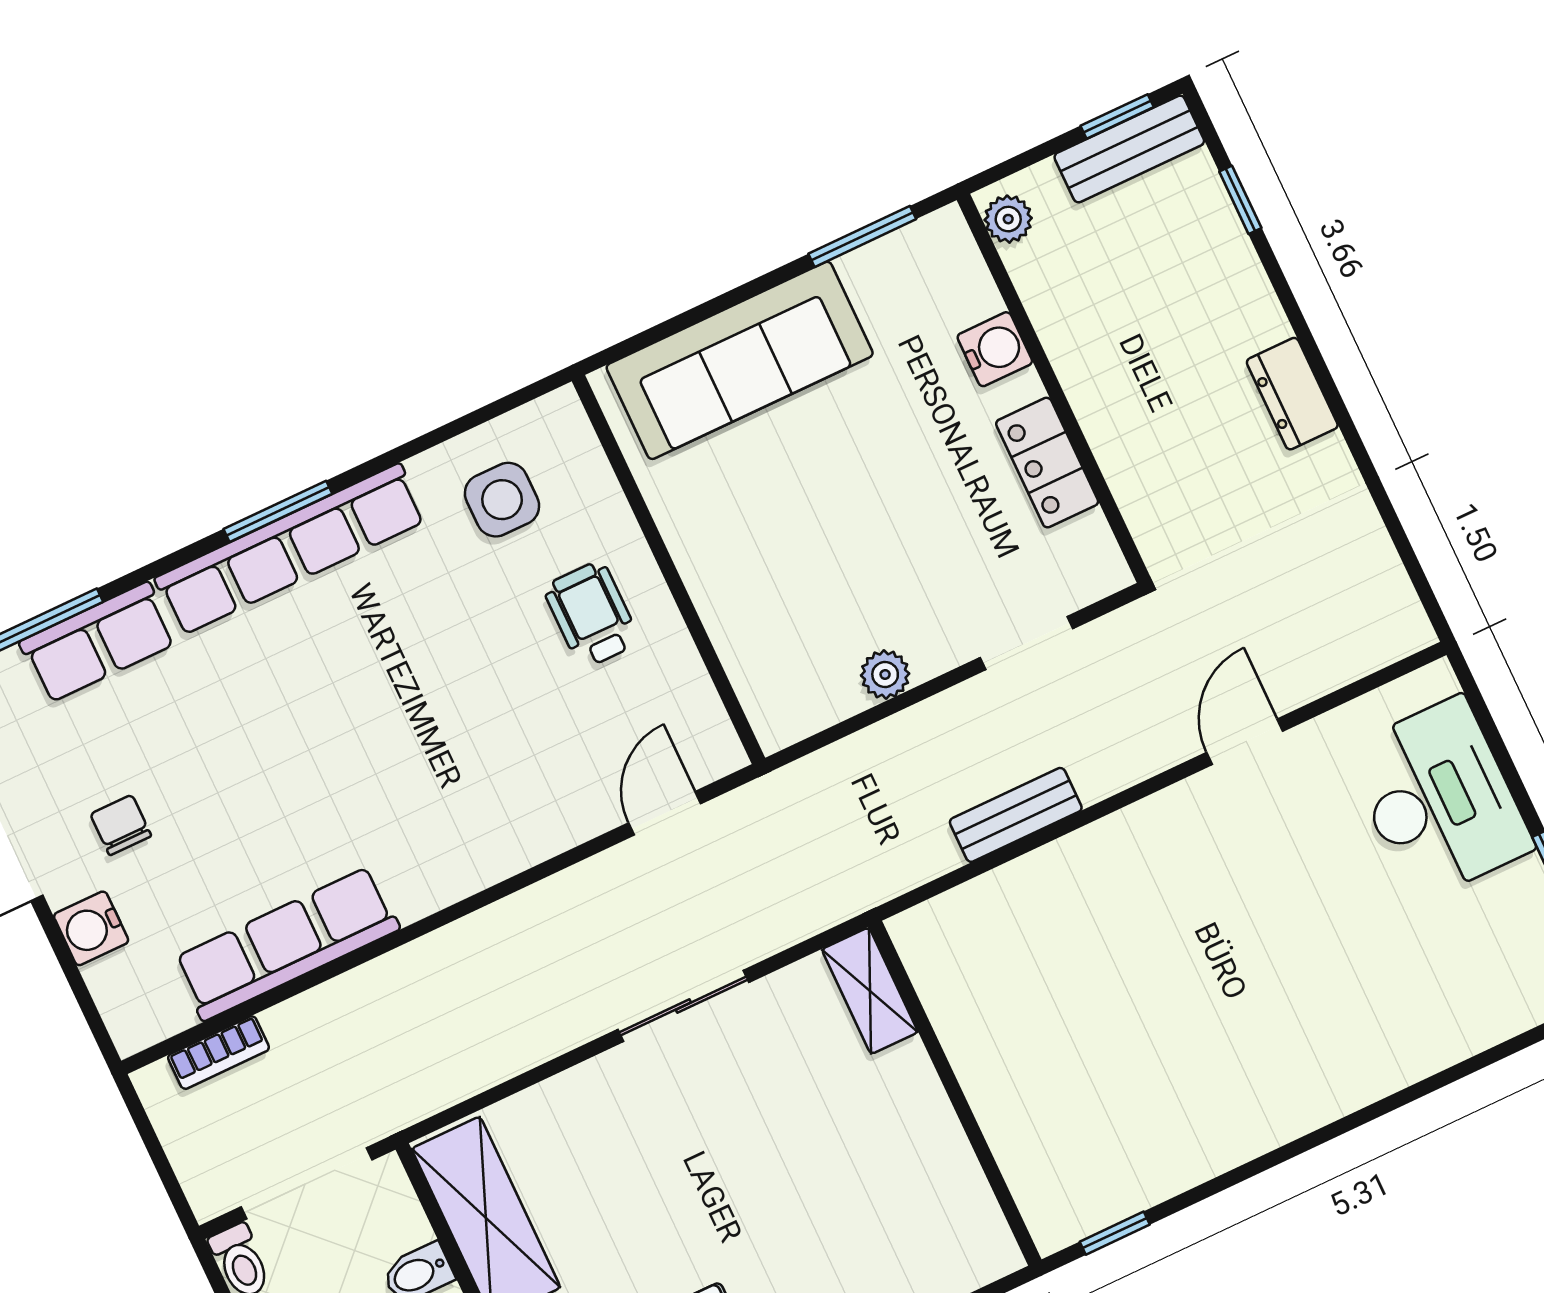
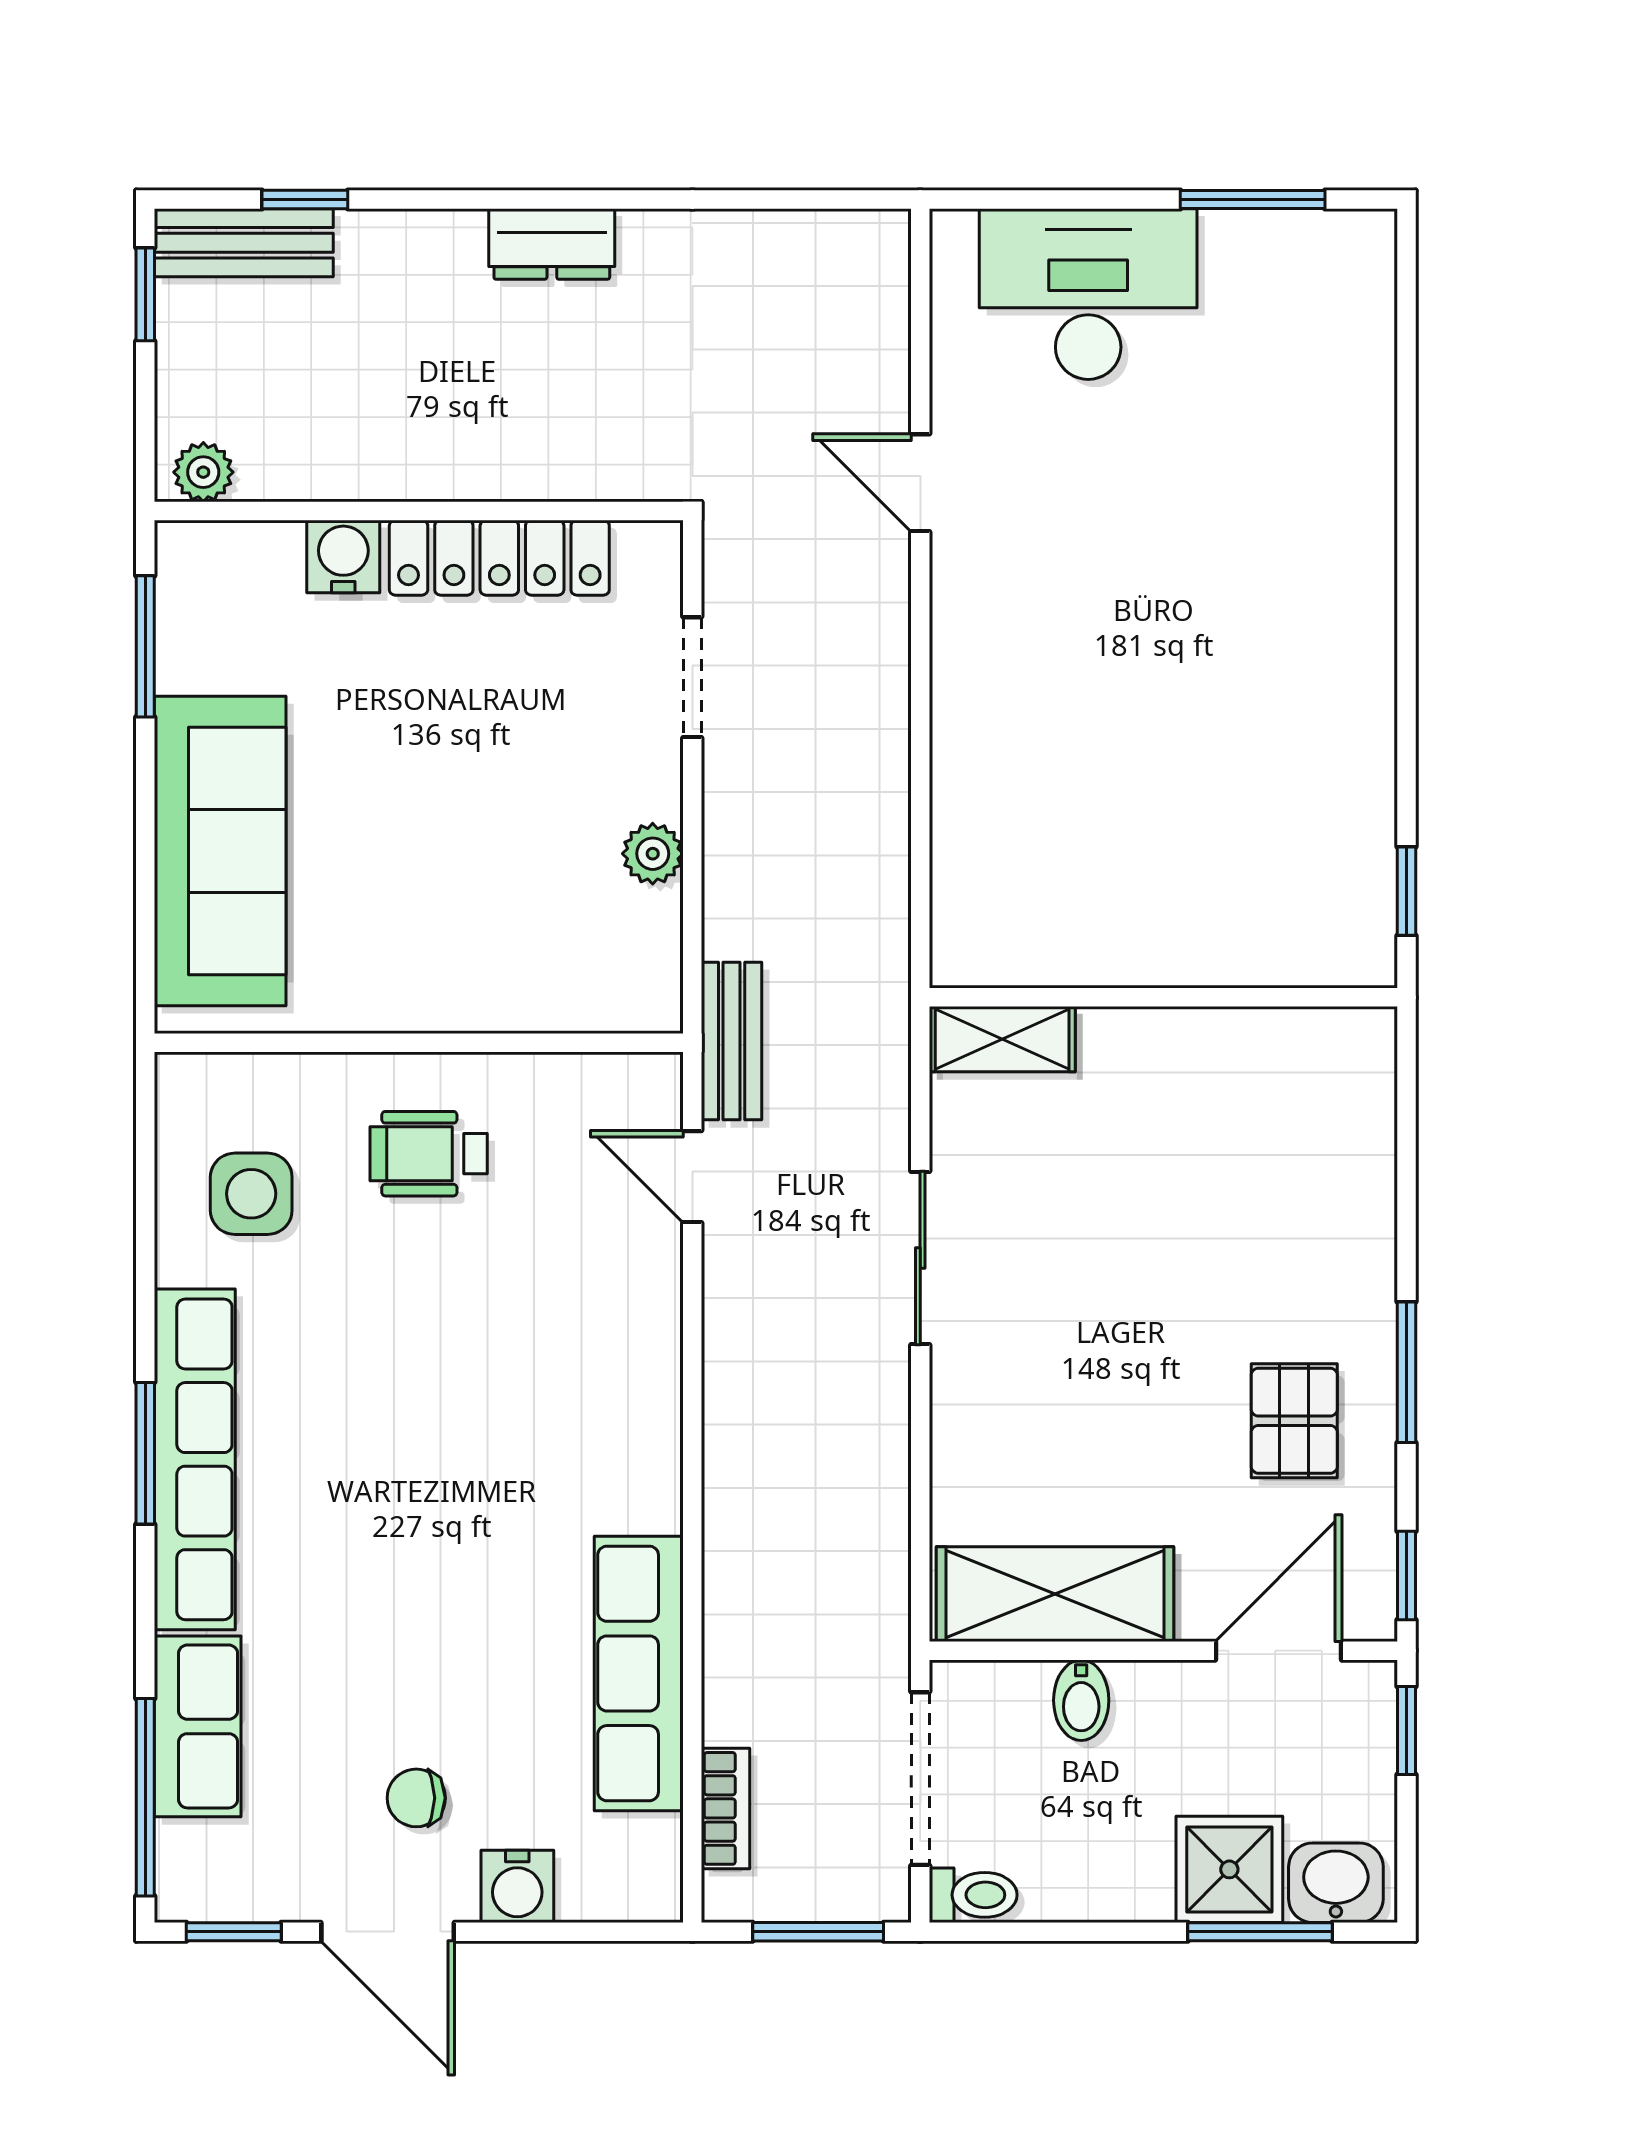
bench: (1129, 149) -> (244, 243), moved, turned 90
locker: (1047, 463) -> (499, 558), width x1.53
bench: (1016, 815) -> (732, 1041), moved
window: (161, 1162) -> (818, 1932), added

